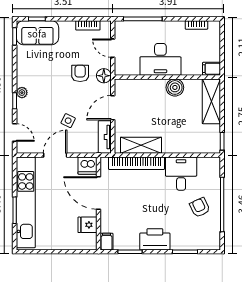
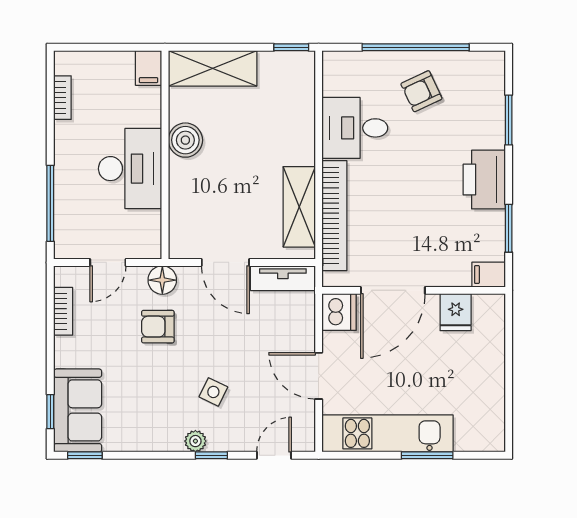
side table: (68, 121) -> (213, 392), moved
kitchen unit: (26, 202) -> (388, 433), width x0.73

